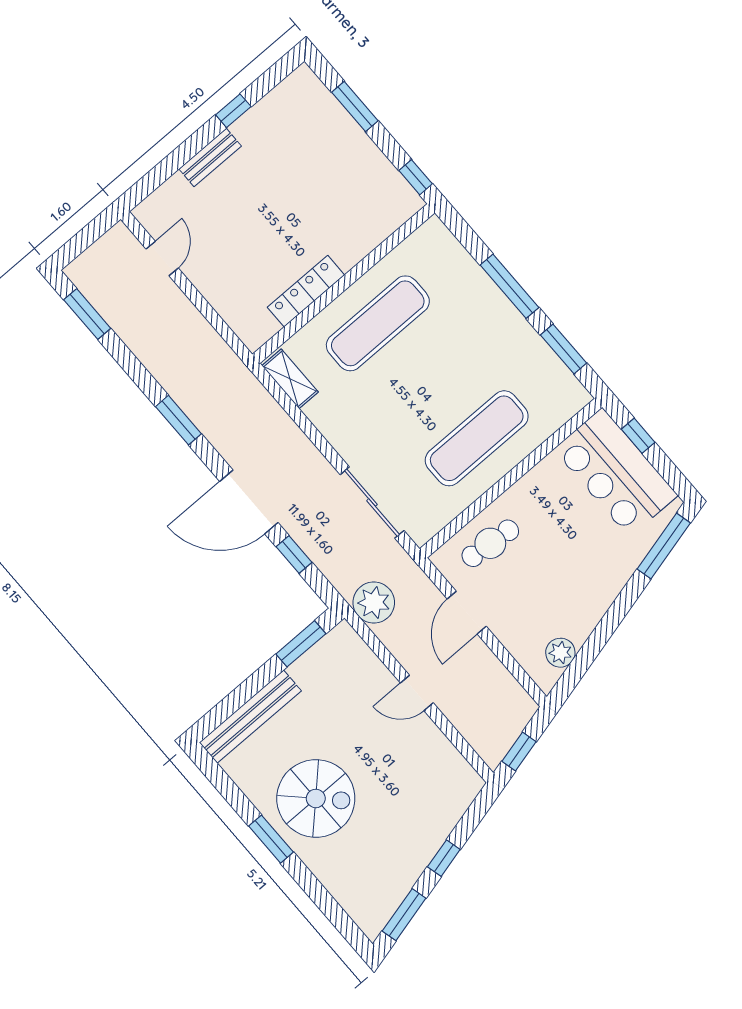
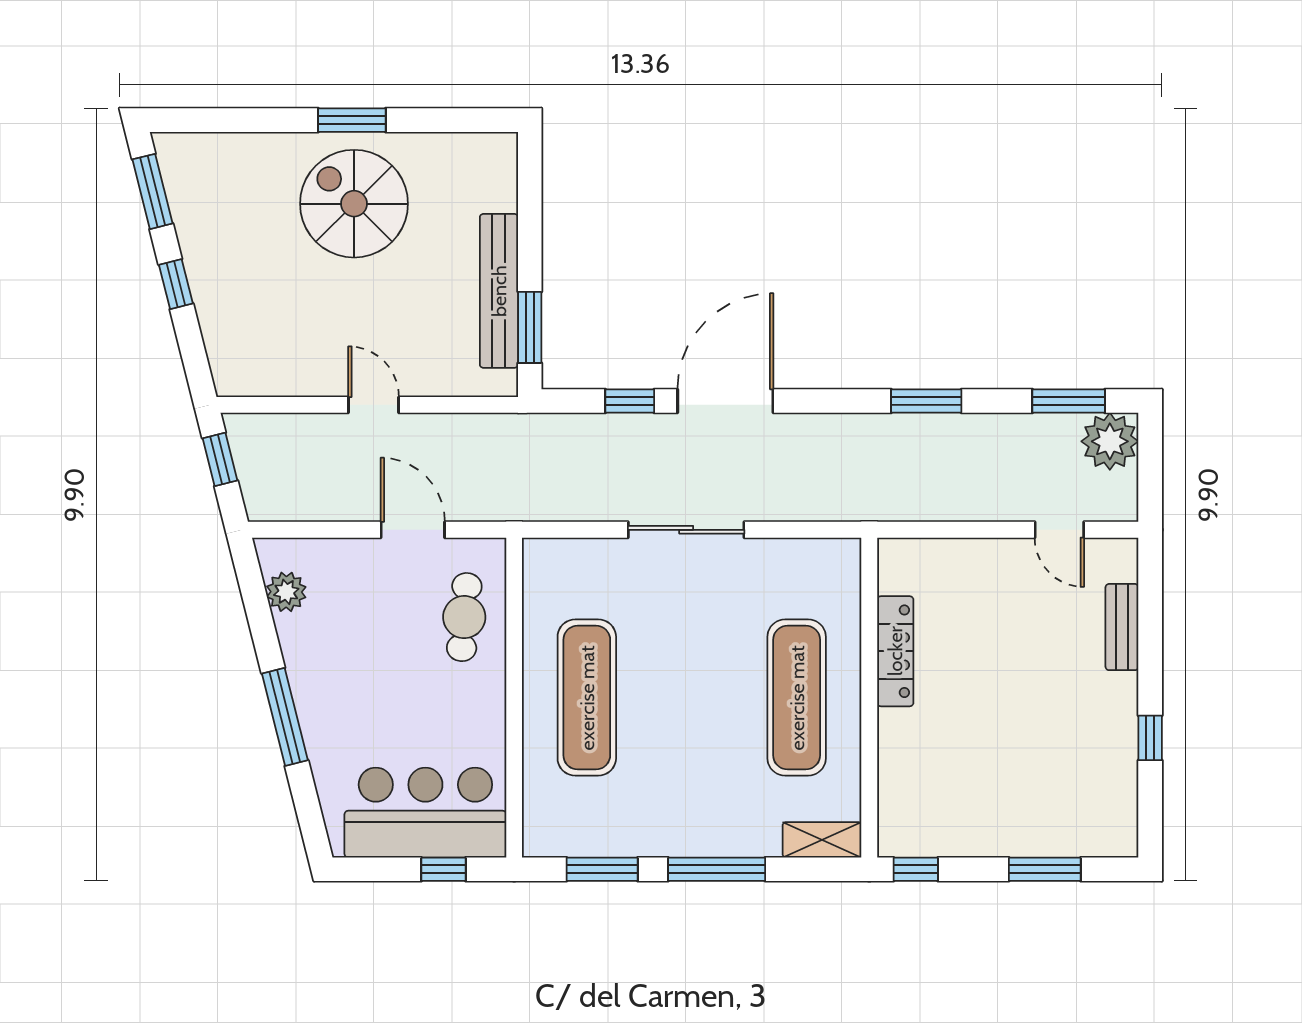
bench: (210, 157) -> (1122, 627), moved
shelving: (290, 379) -> (822, 840), moved
window: (179, 420) -> (926, 401), moved
sliding door: (372, 503) -> (686, 530), moved
window: (664, 546) -> (285, 717), moved
plant: (374, 603) -> (1110, 441), moved
door: (417, 693) -> (374, 405), hinge flipped
bench: (250, 717) -> (499, 291), moved
spiral stairs: (316, 798) -> (354, 204), turned 90

